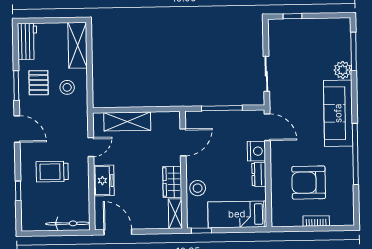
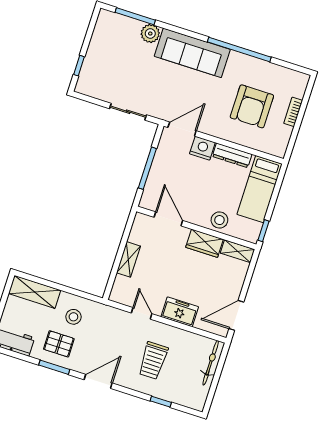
shelving: (127, 121) -> (128, 259), width x0.67, depth x0.75
dresser: (259, 174) -> (232, 155), width x1.44

